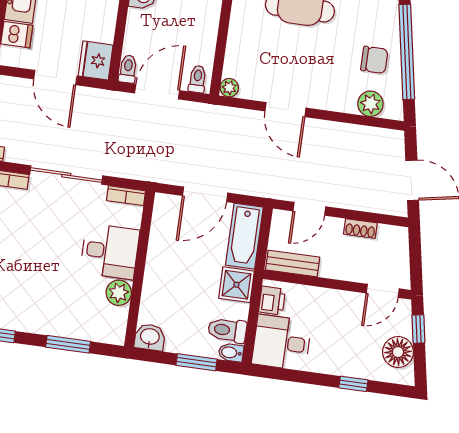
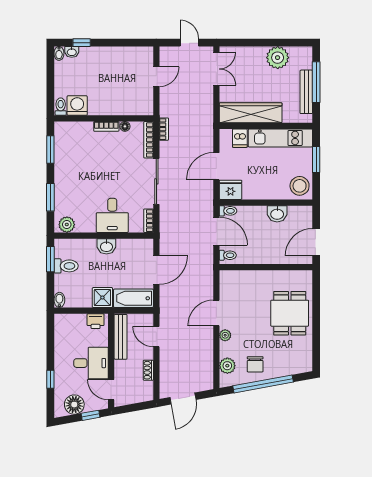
plant: (229, 88) -> (225, 335), moved
door: (205, 194) -> (156, 270), swing flipped
bench: (293, 263) -> (121, 337), width x1.36
plant: (119, 293) -> (67, 225), moved
toilet: (227, 330) -> (66, 266), moved, turned 90
washbasin: (150, 337) -> (106, 246), moved, turned 90
desk: (282, 343) -> (91, 363), moved, turned 90
window: (196, 362) -> (50, 259), moved

